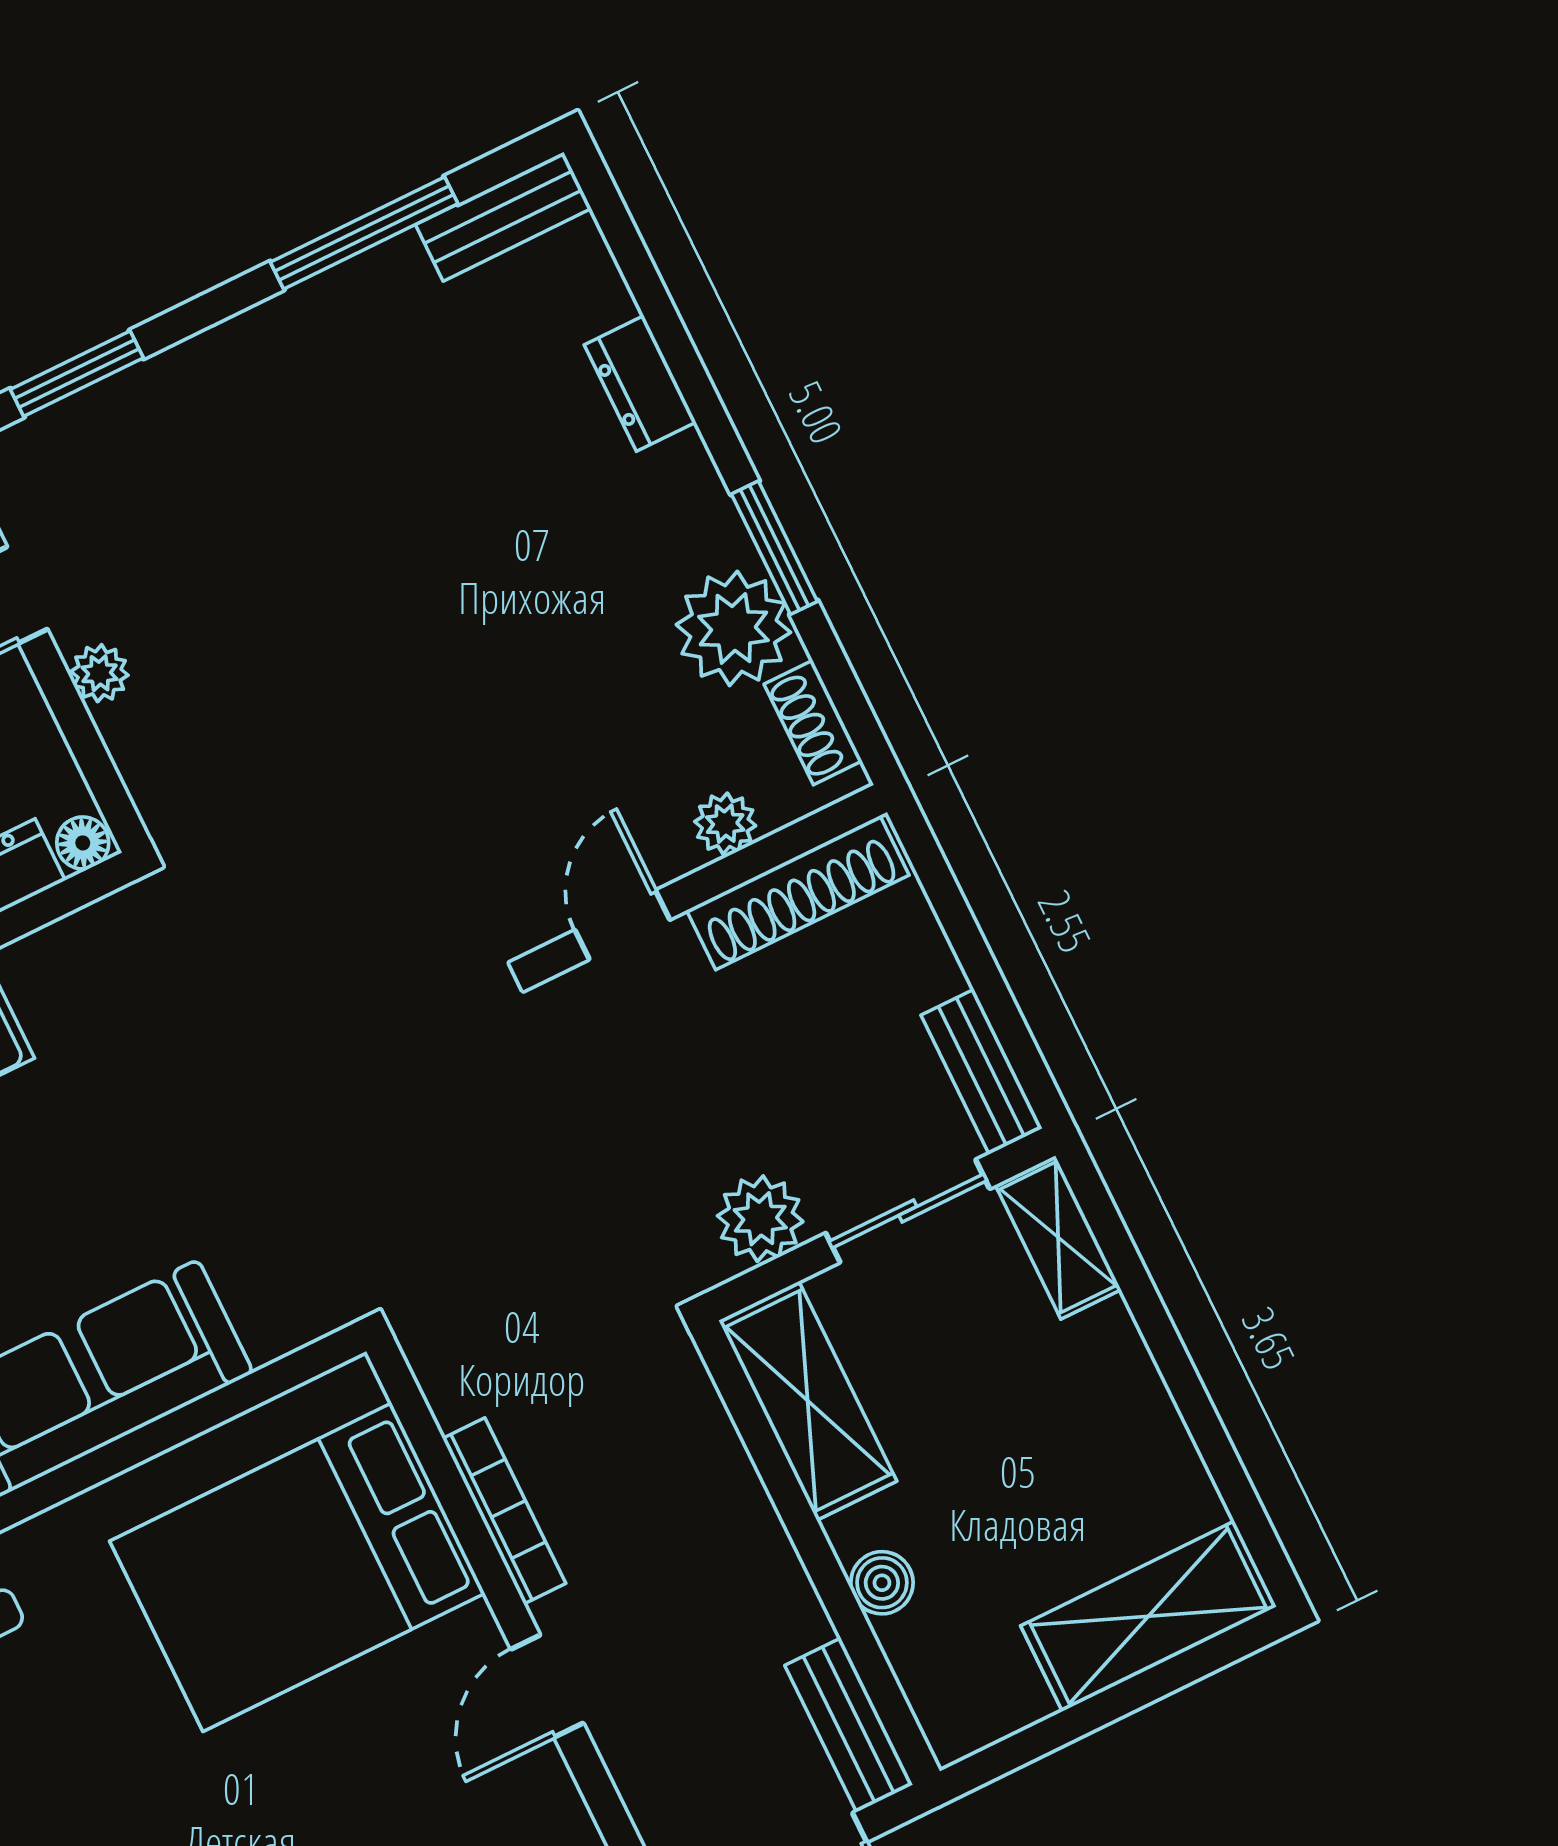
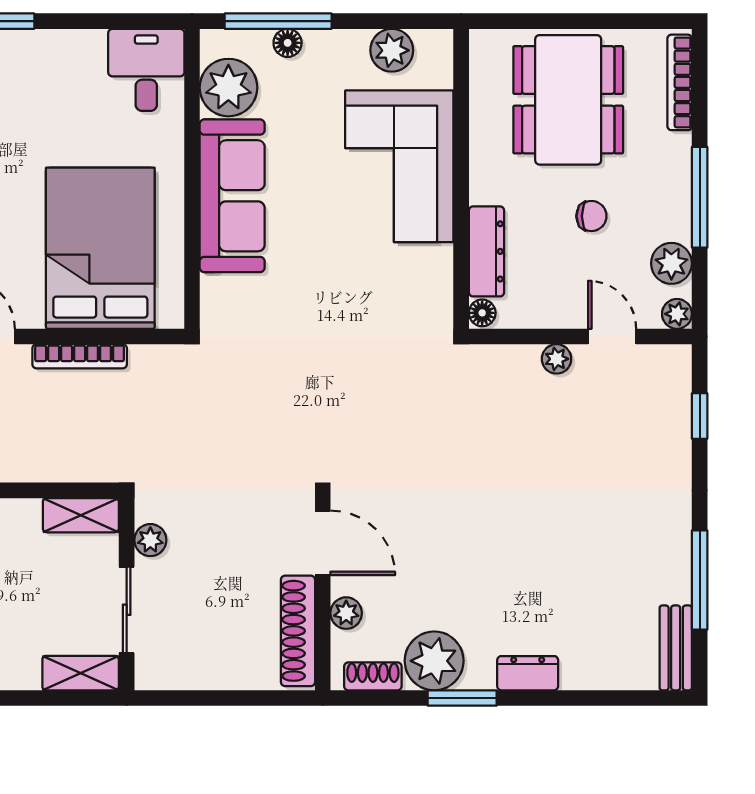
window: (77, 374) -> (700, 416), width x0.67
dresser: (640, 383) -> (528, 673), moved
door: (622, 925) -> (323, 543), width x1.38
bench: (982, 1072) -> (174, 675), removed
plant: (760, 1219) -> (150, 540), width x0.73, depth x0.73
shelving: (808, 1401) -> (81, 515), width x0.67, depth x0.75

